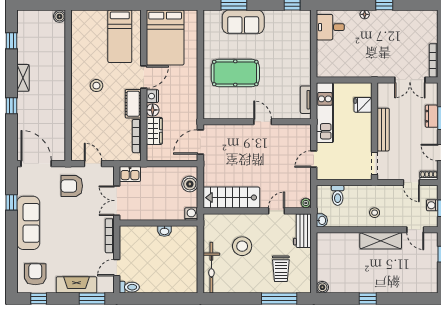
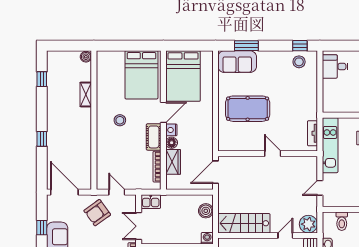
sofa: (243, 22) -> (237, 62), moved
stool: (291, 22) -> (299, 62), added
bed: (120, 36) -> (141, 75), width x1.50
shelving: (23, 78) -> (86, 94), moved
armchair: (72, 186) -> (97, 213), turned -36
plant: (306, 203) -> (308, 224), width x1.87, depth x1.87

